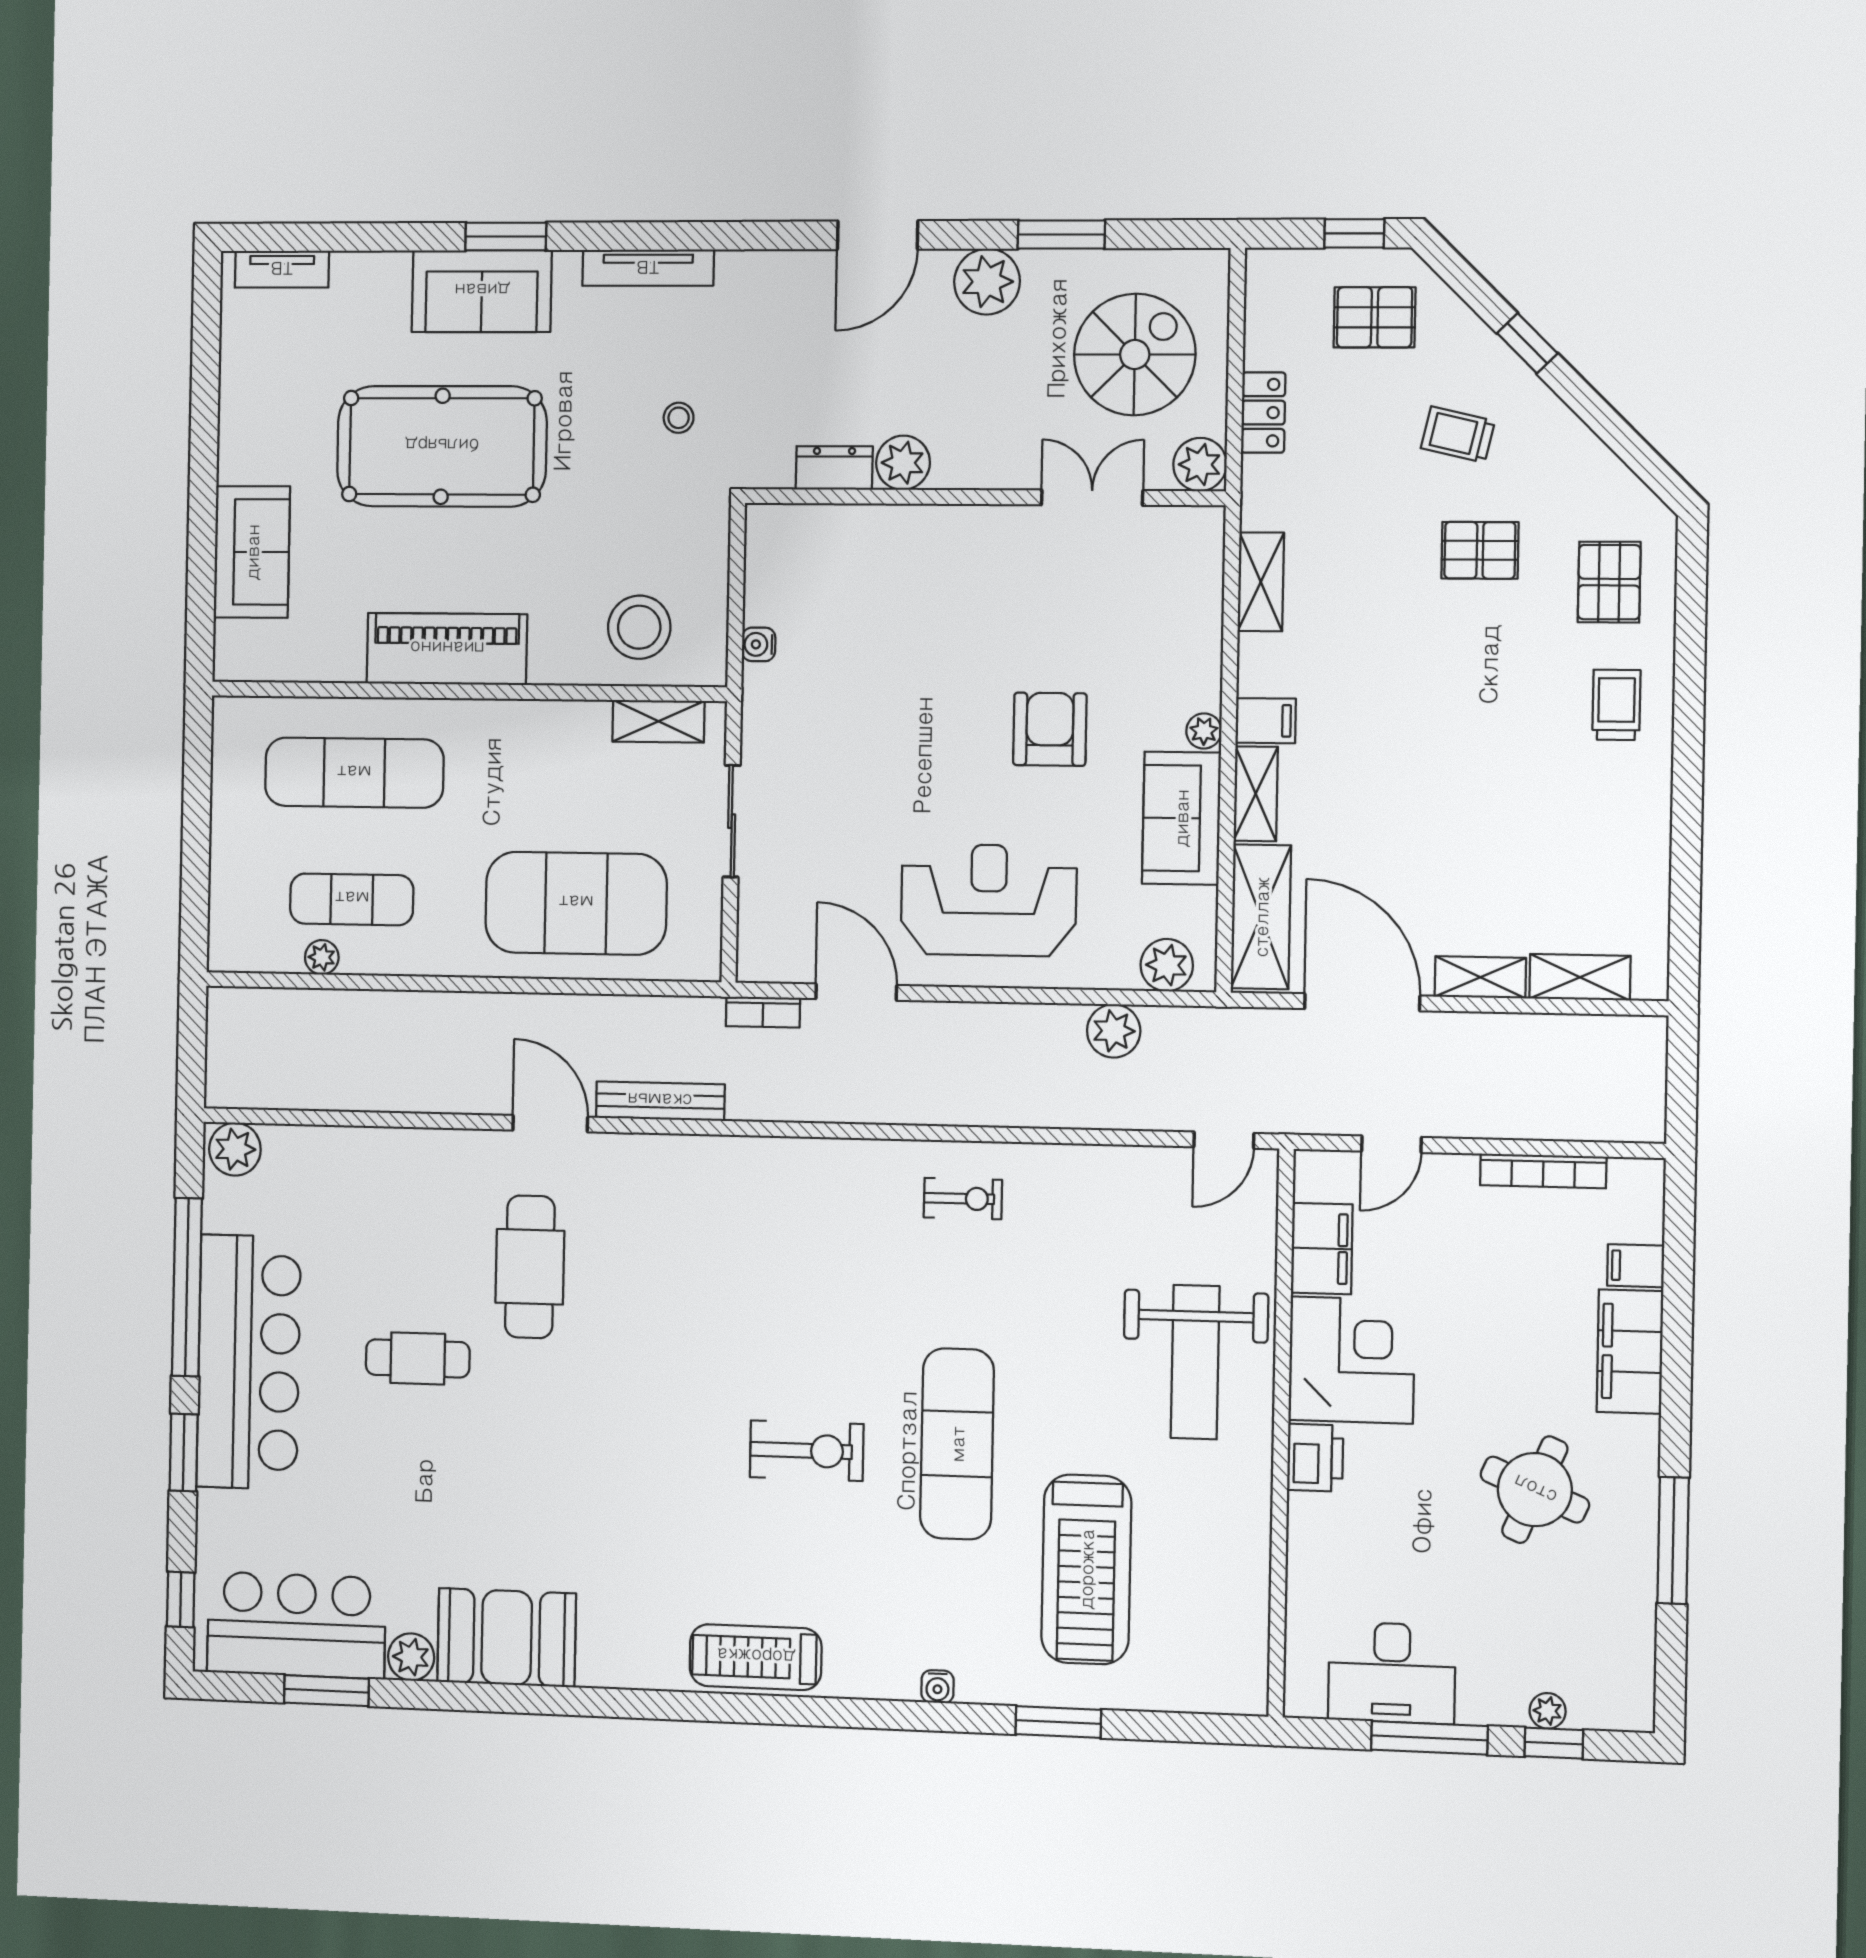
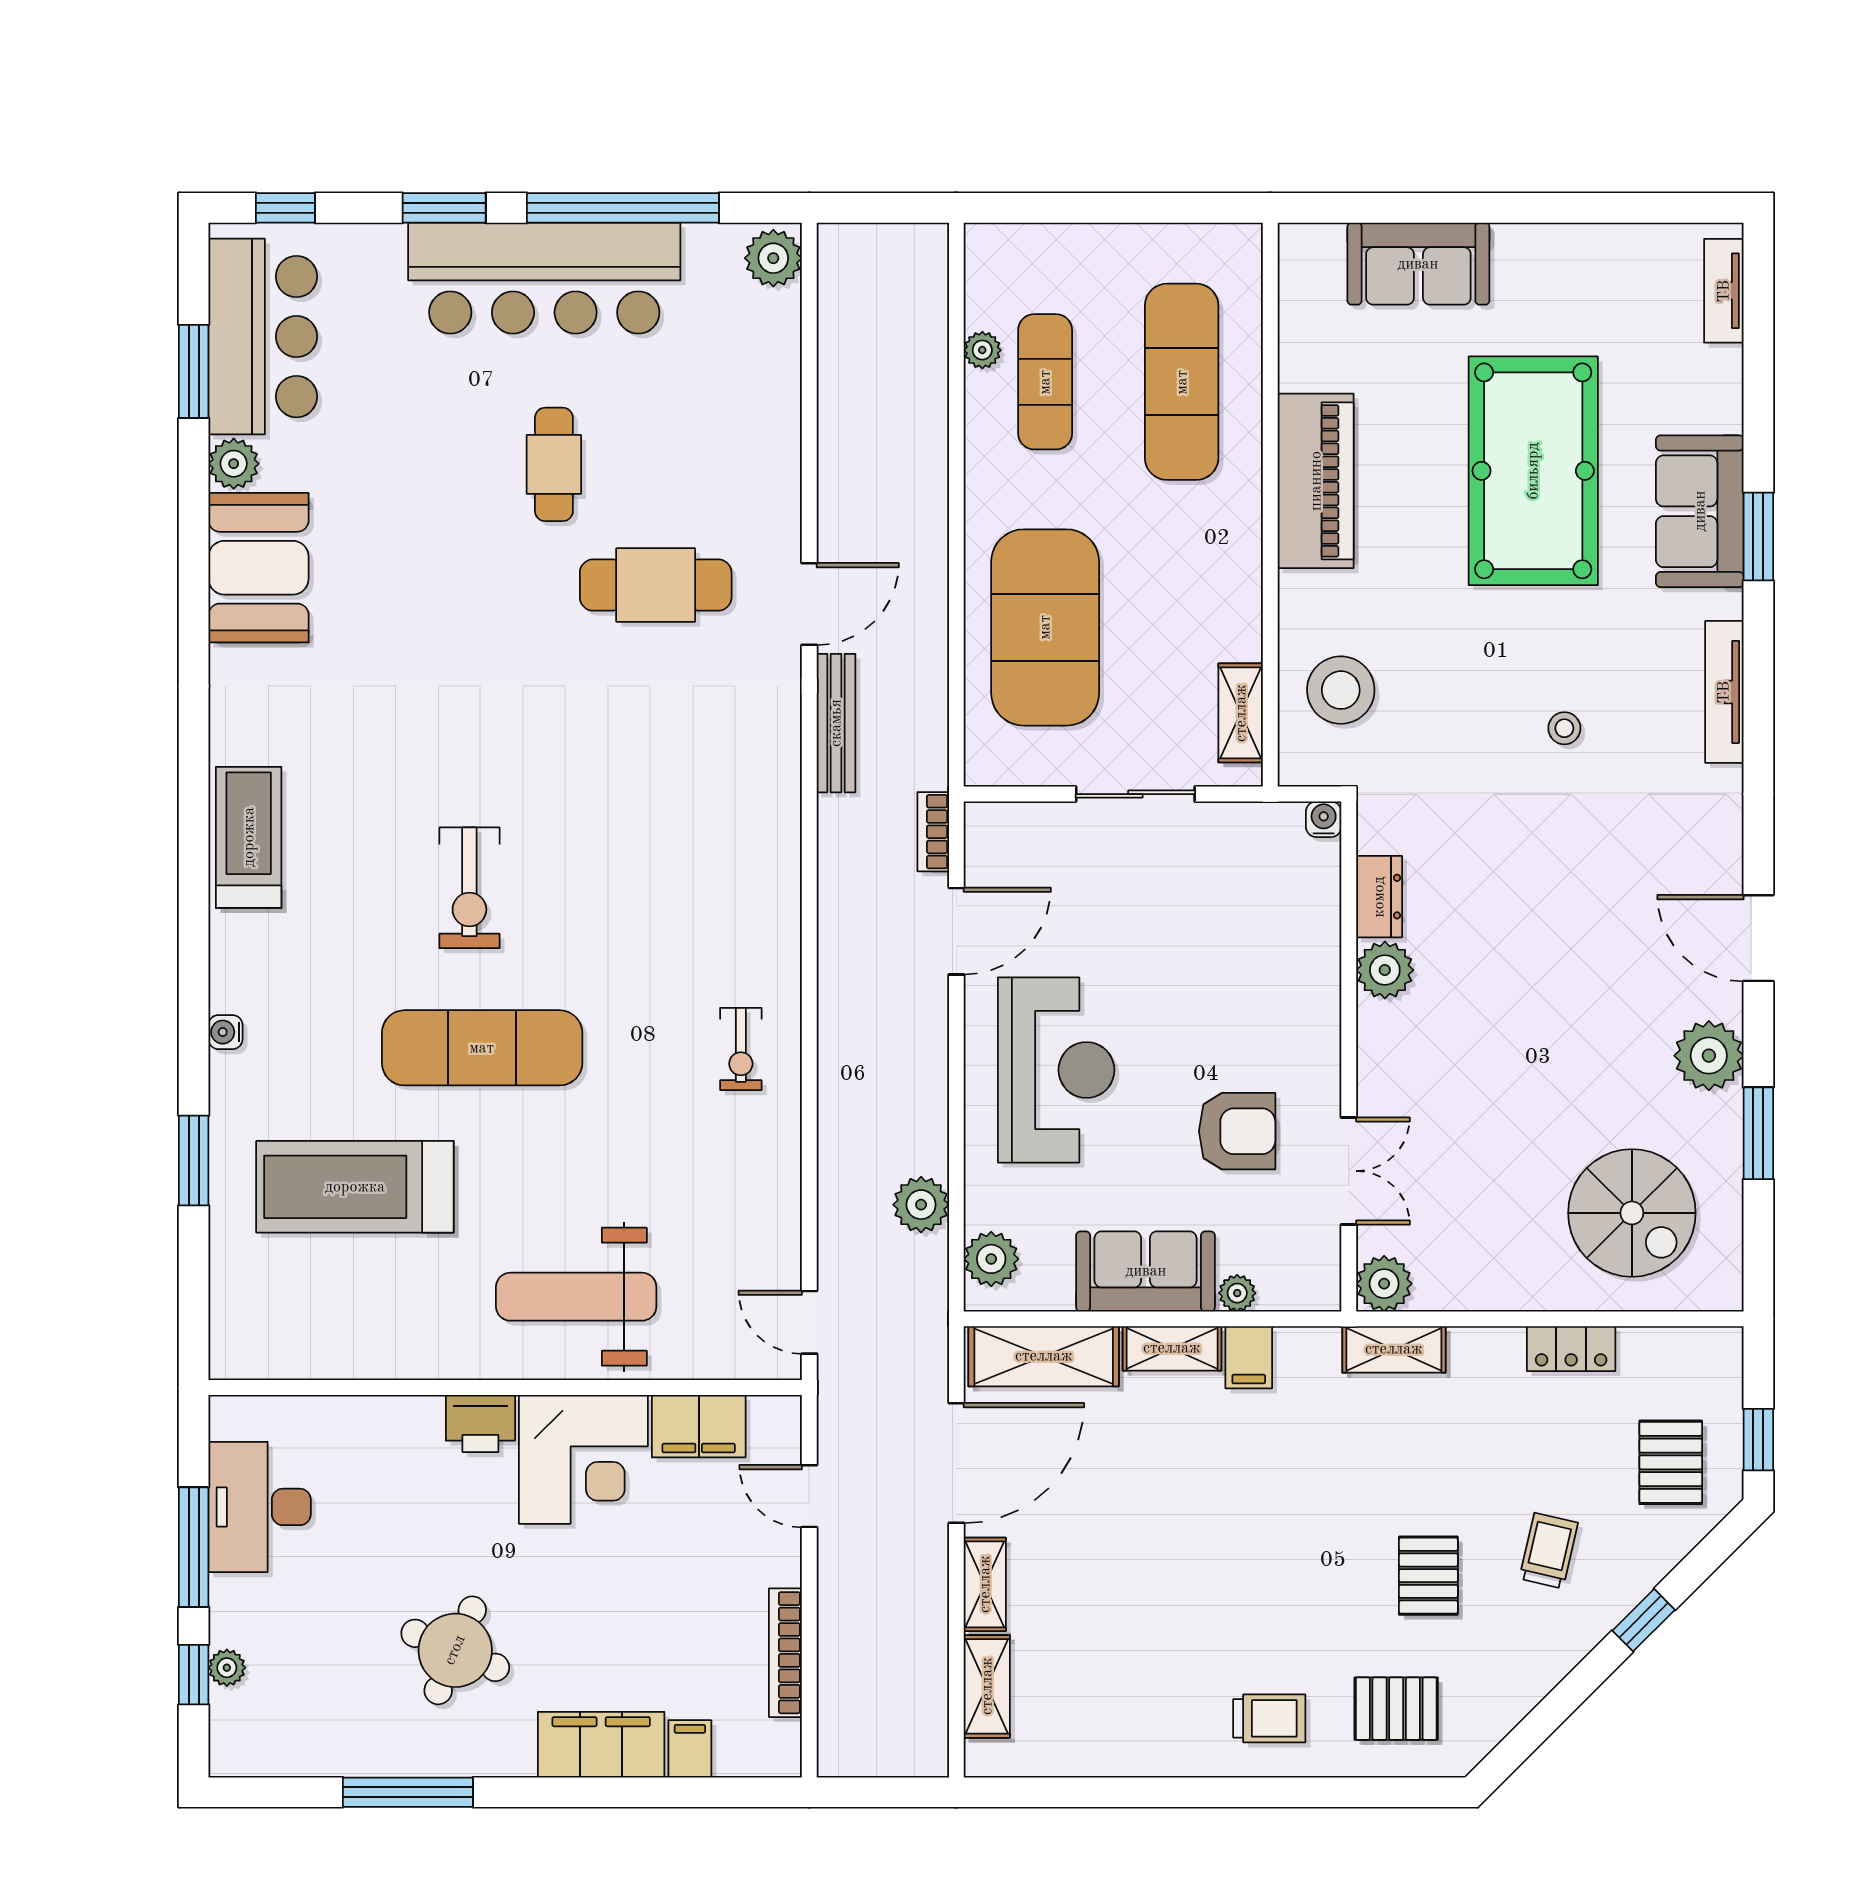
plant: (903, 463) -> (1385, 970), moved
plant: (1200, 464) -> (1384, 1284), moved
dresser: (834, 468) -> (1379, 897), moved
wall: (984, 497) -> (1349, 1056), moved
double door: (1092, 498) -> (1349, 1171), moved

